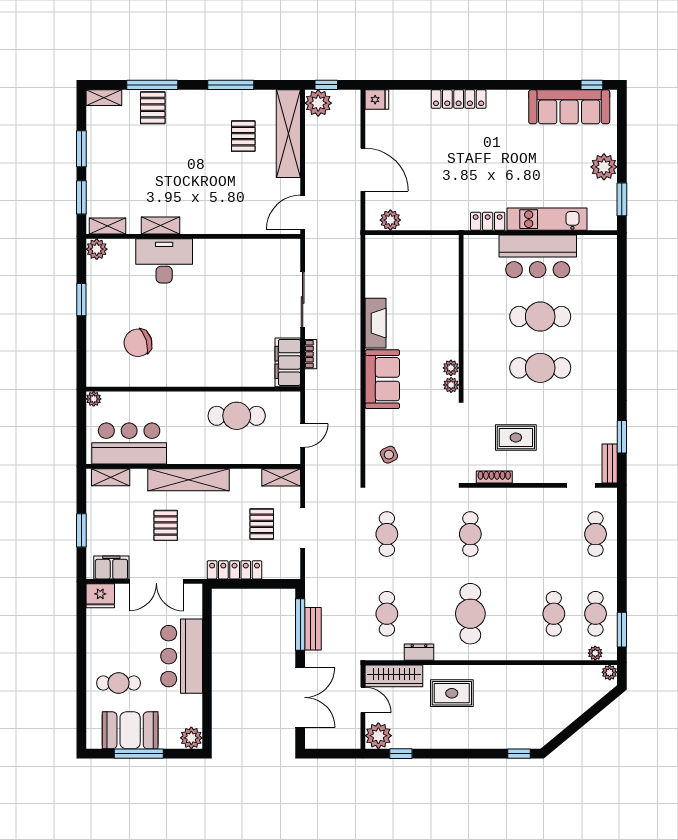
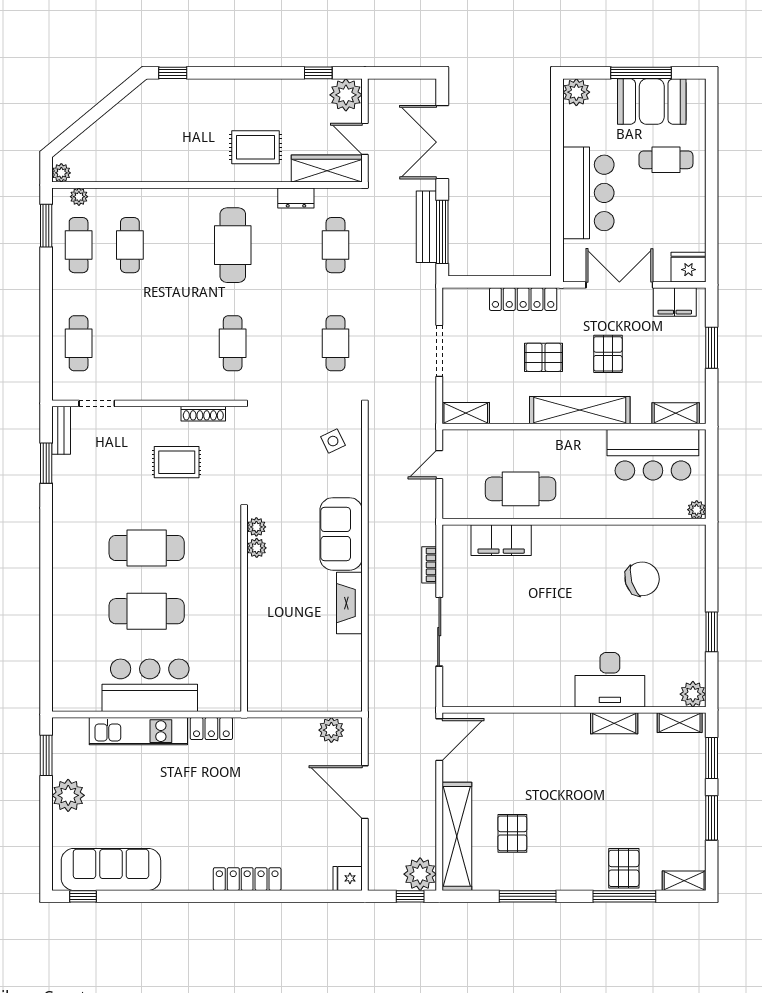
filing cabinet: (288, 362) -> (501, 540), moved, turned 90
pallet: (262, 524) -> (543, 357), moved, turned 90
bench: (313, 629) -> (426, 227), width x1.36

